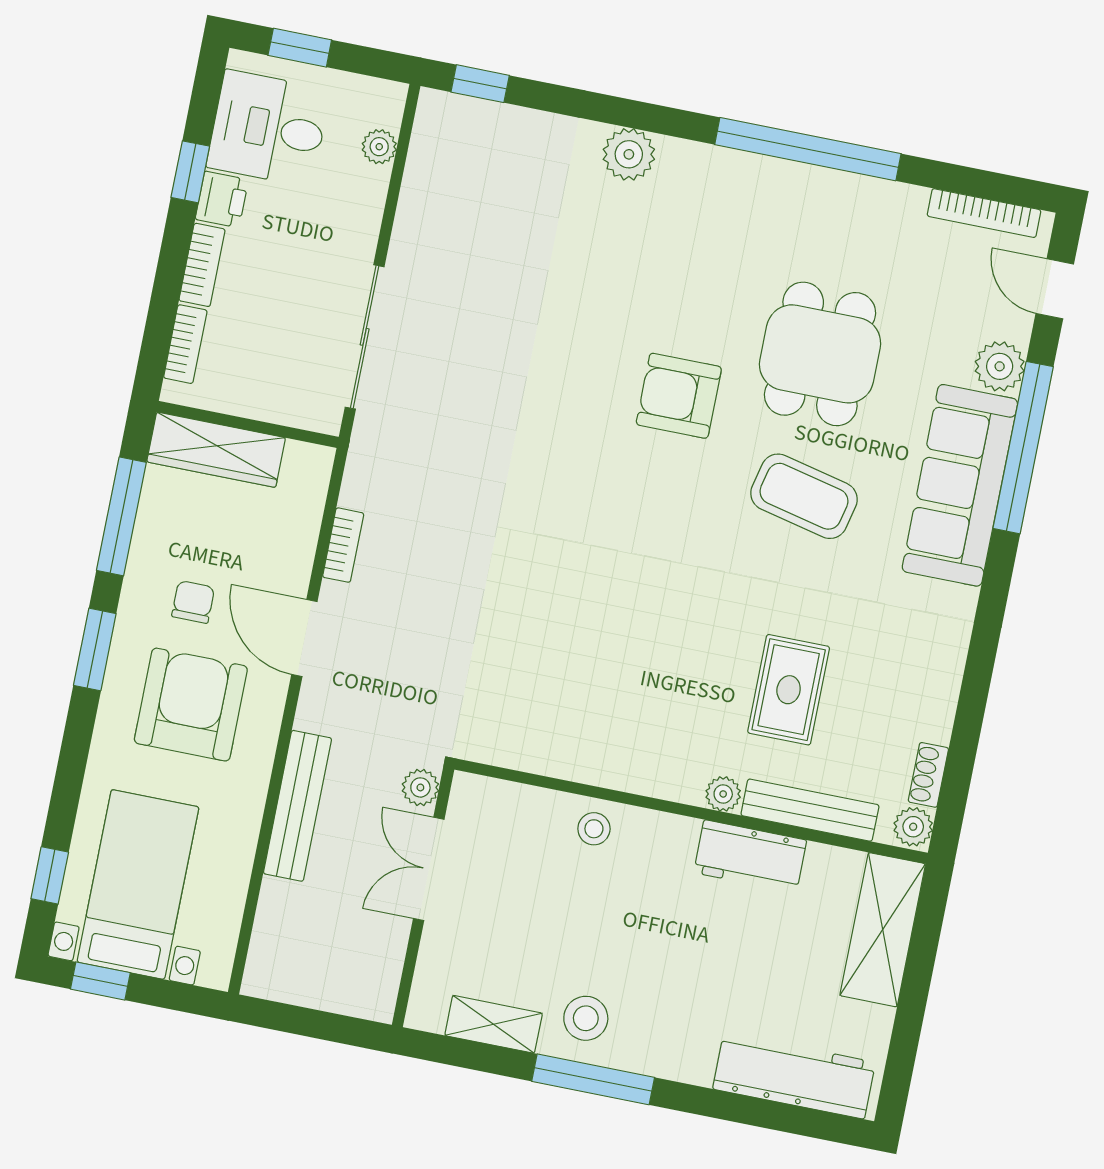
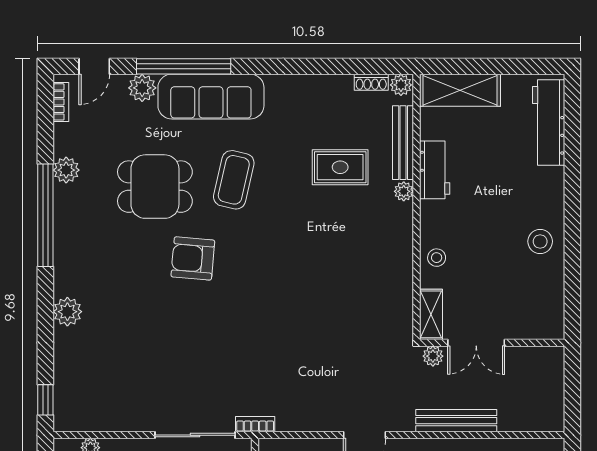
plant: (881, 202) -> (66, 170), added
bookcase: (984, 213) -> (61, 102), width x0.64
armchair: (679, 396) -> (193, 258), turned 95
bookcase: (343, 545) -> (255, 424), moved
shelving: (494, 1024) -> (431, 314), moved
window: (593, 1079) -> (572, 231), removed

